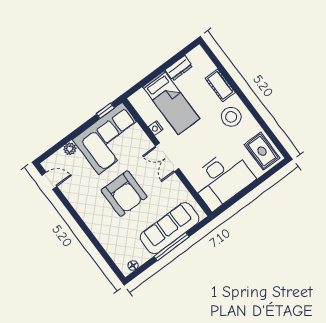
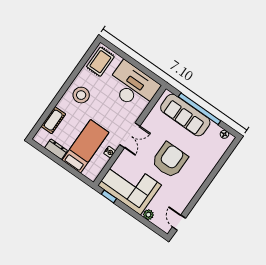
cot: (220, 85) -> (53, 120), moved
window: (172, 247) -> (199, 109), width x1.46

